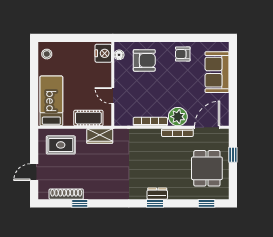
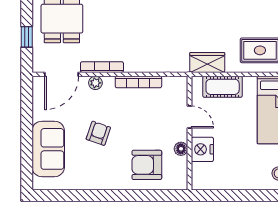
nightstand: (103, 53) -> (202, 149), moved
armchair: (183, 54) -> (98, 133), moved, turned -71
floor lamp: (119, 55) -> (181, 149), moved
plant: (178, 117) -> (95, 83), width x0.53, depth x0.53

